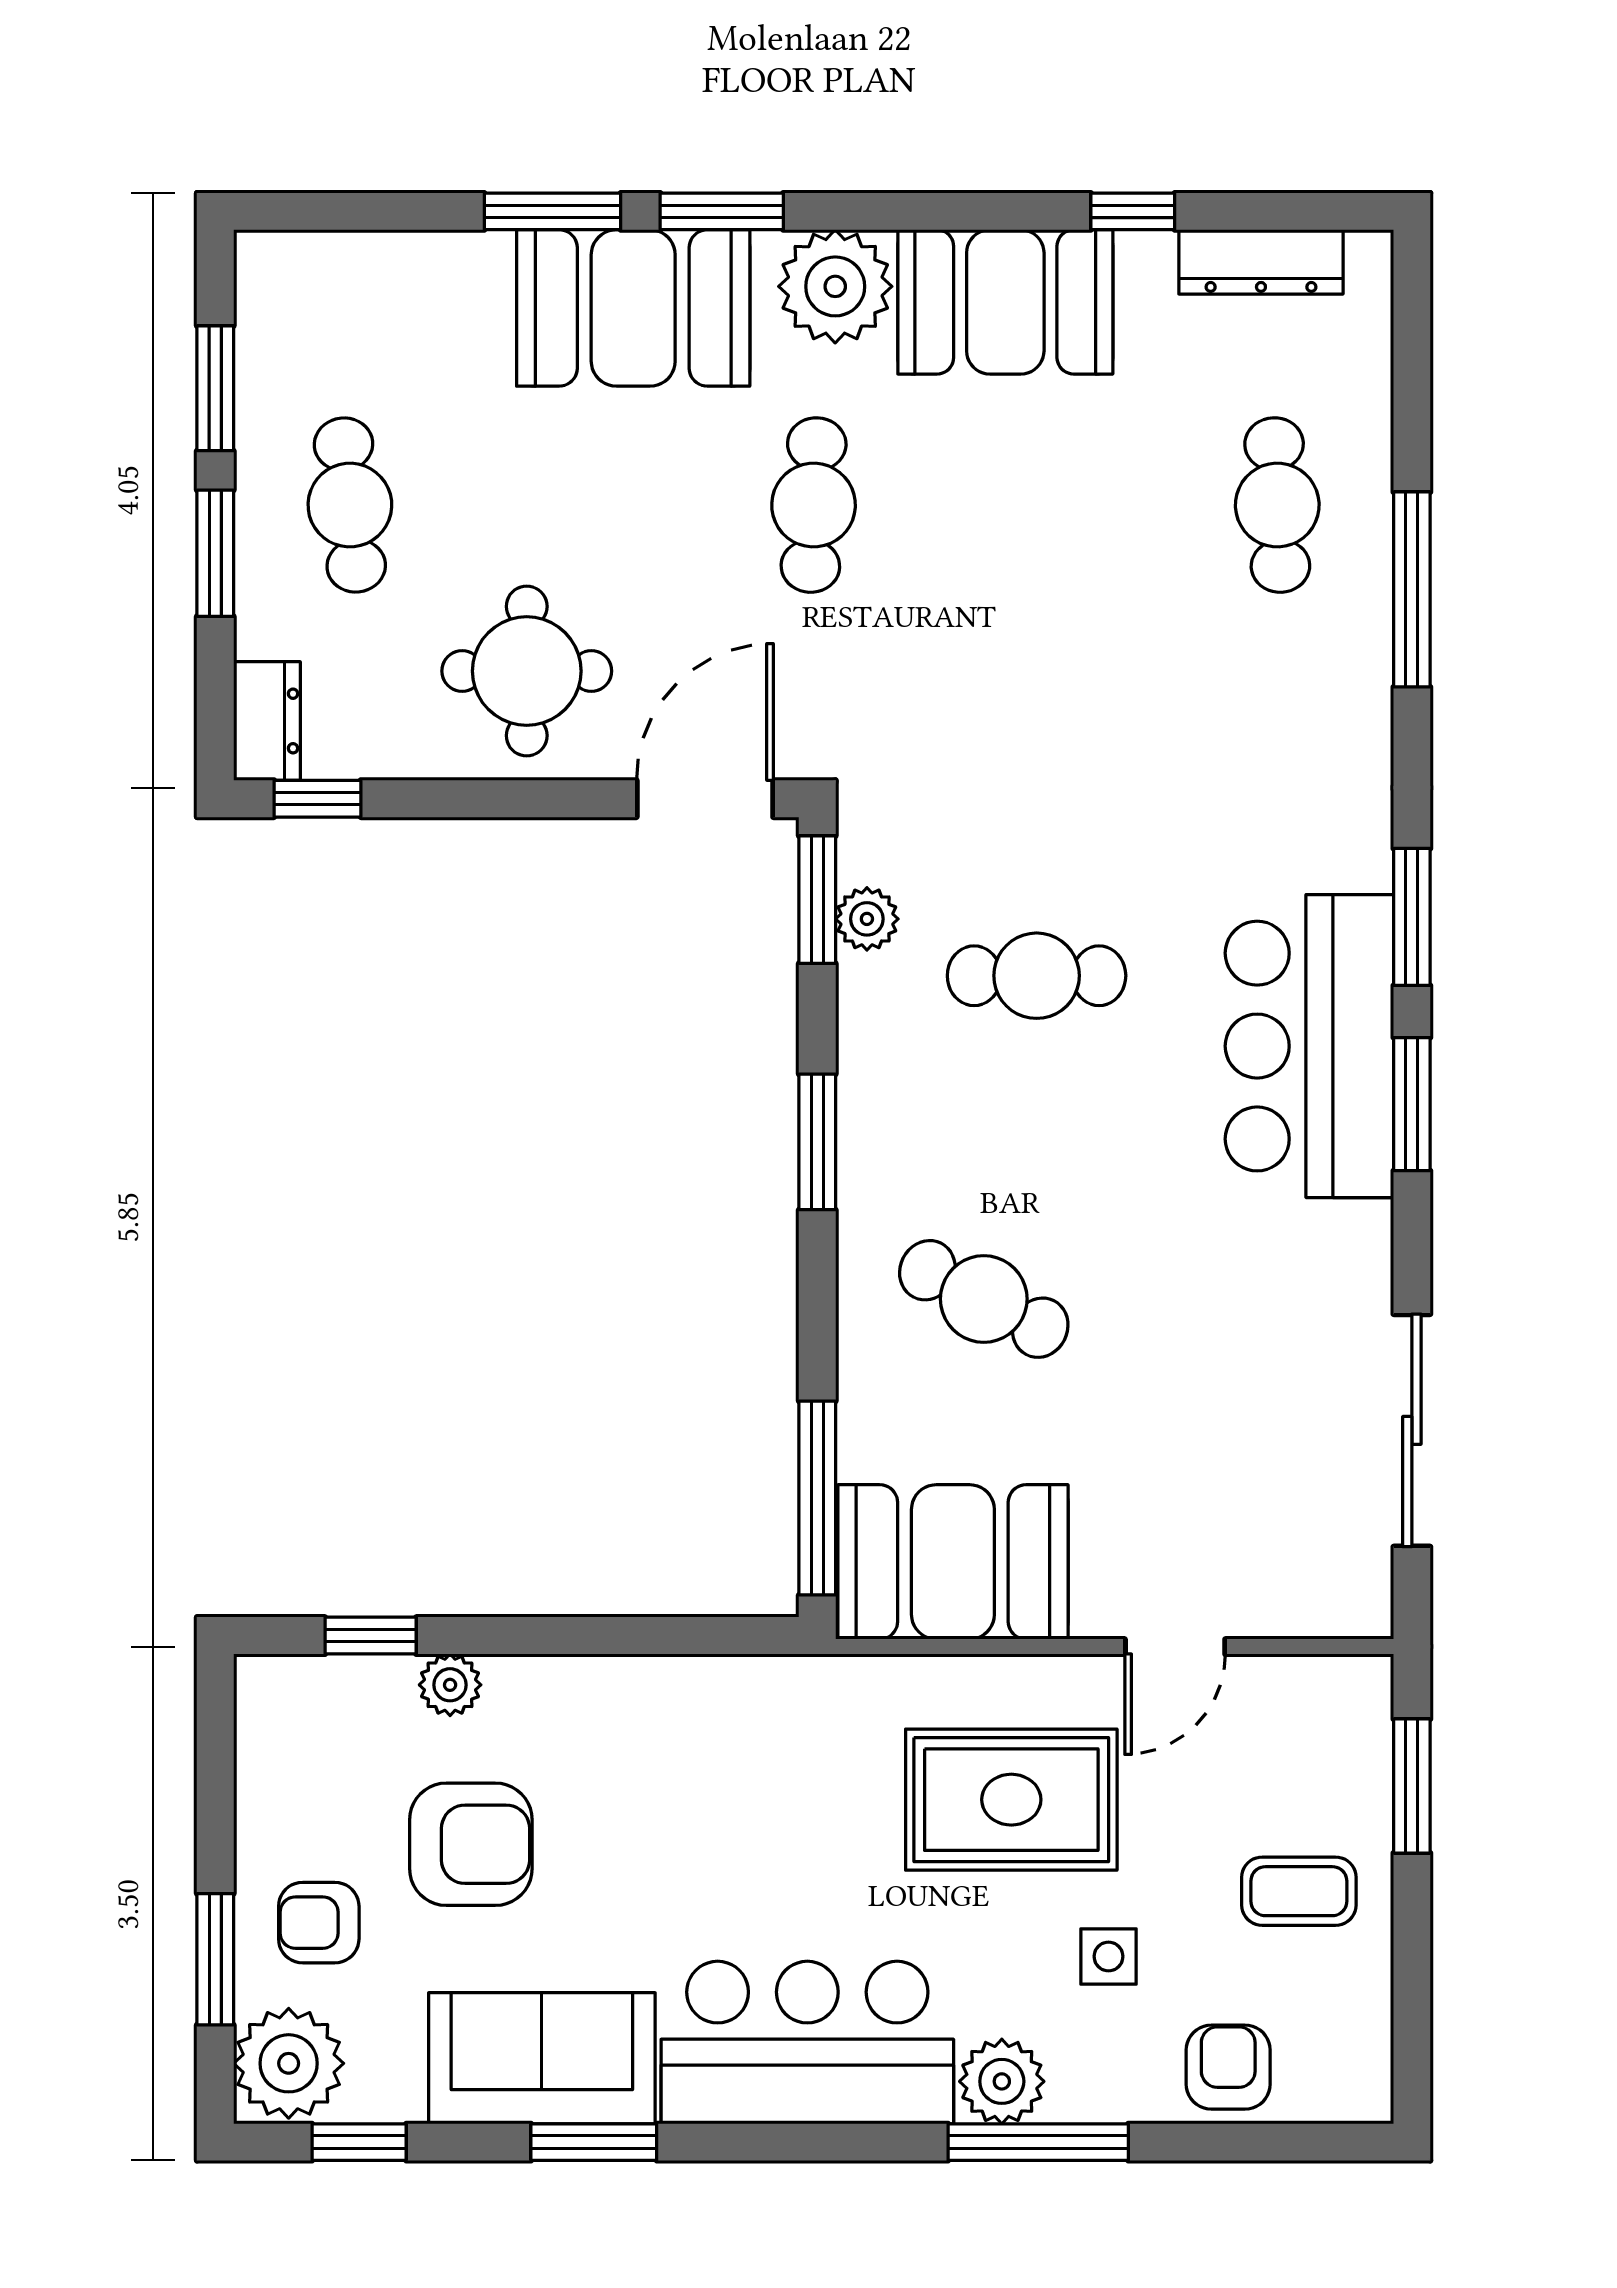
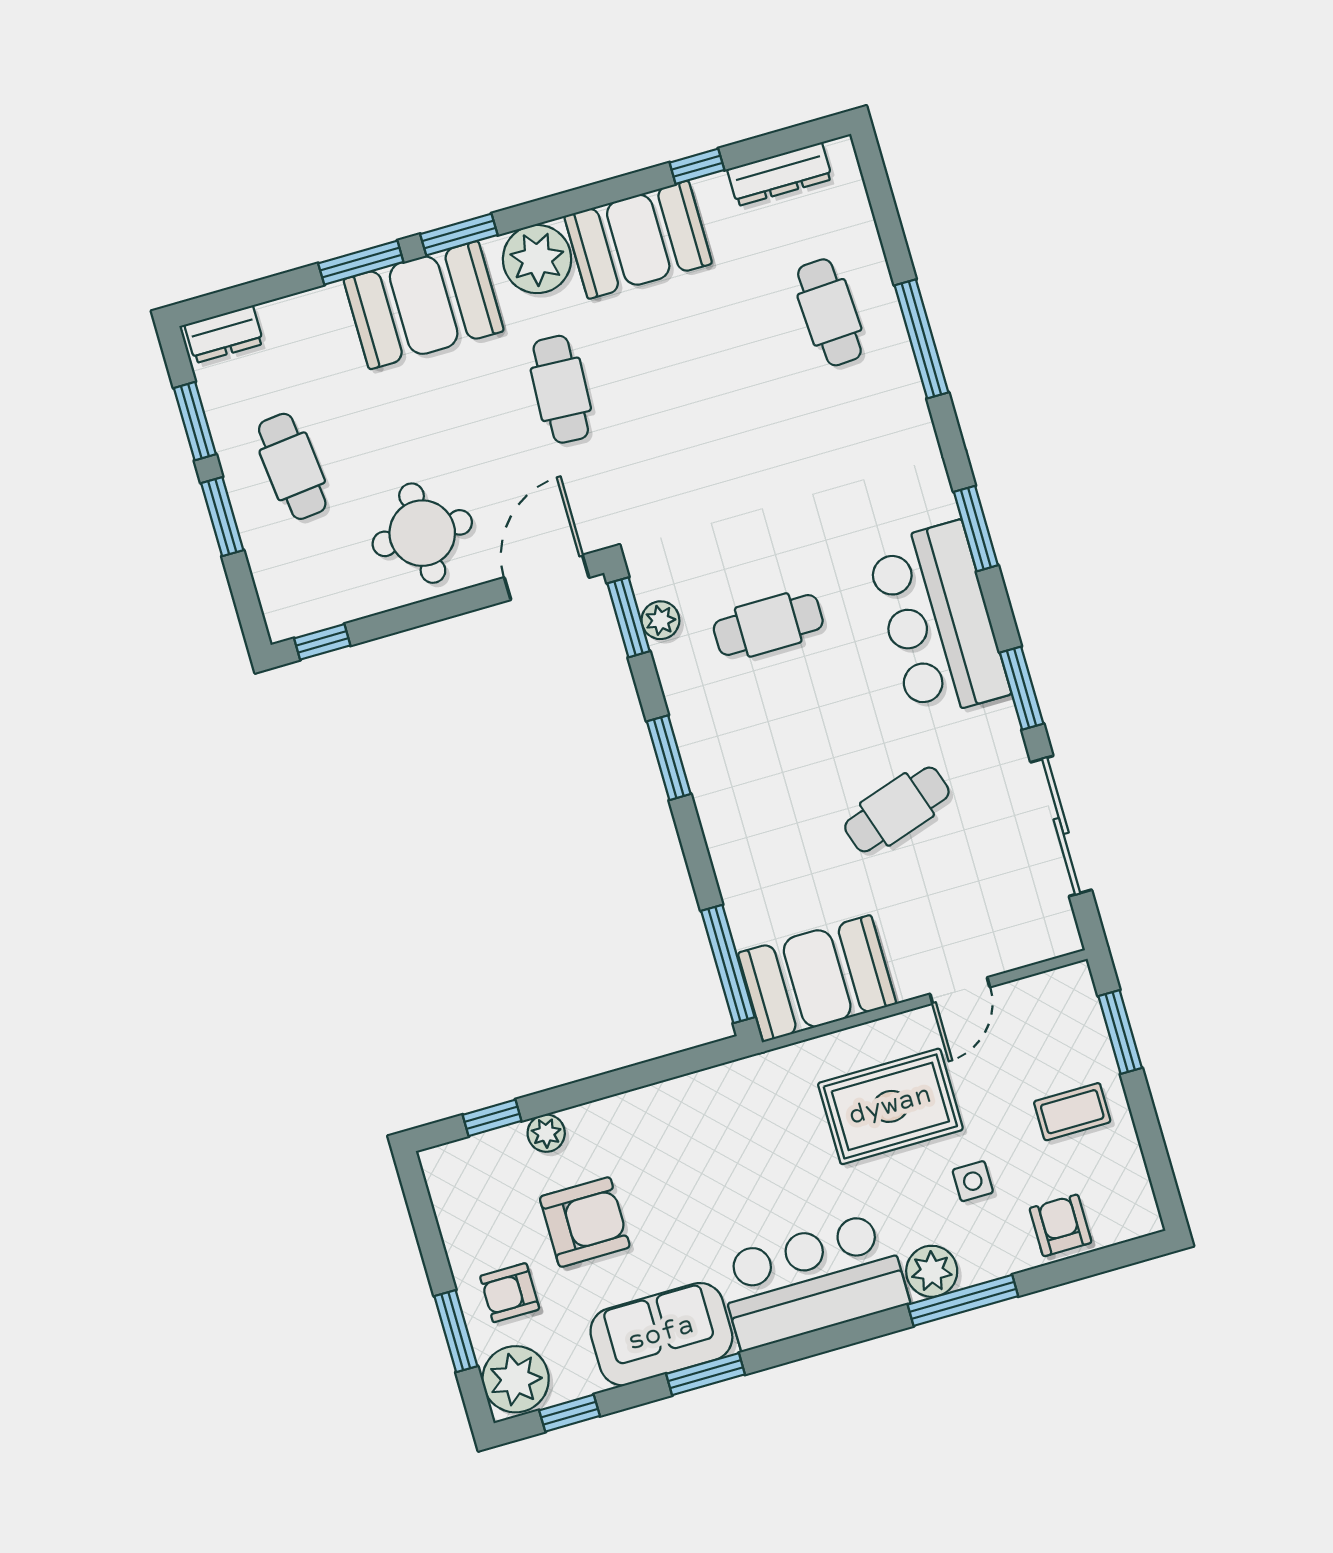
dresser: (267, 721) -> (224, 334), moved, turned 90
window: (1412, 1104) -> (1022, 688), moved
cafe table: (984, 1299) -> (897, 809), moved, turned -45

